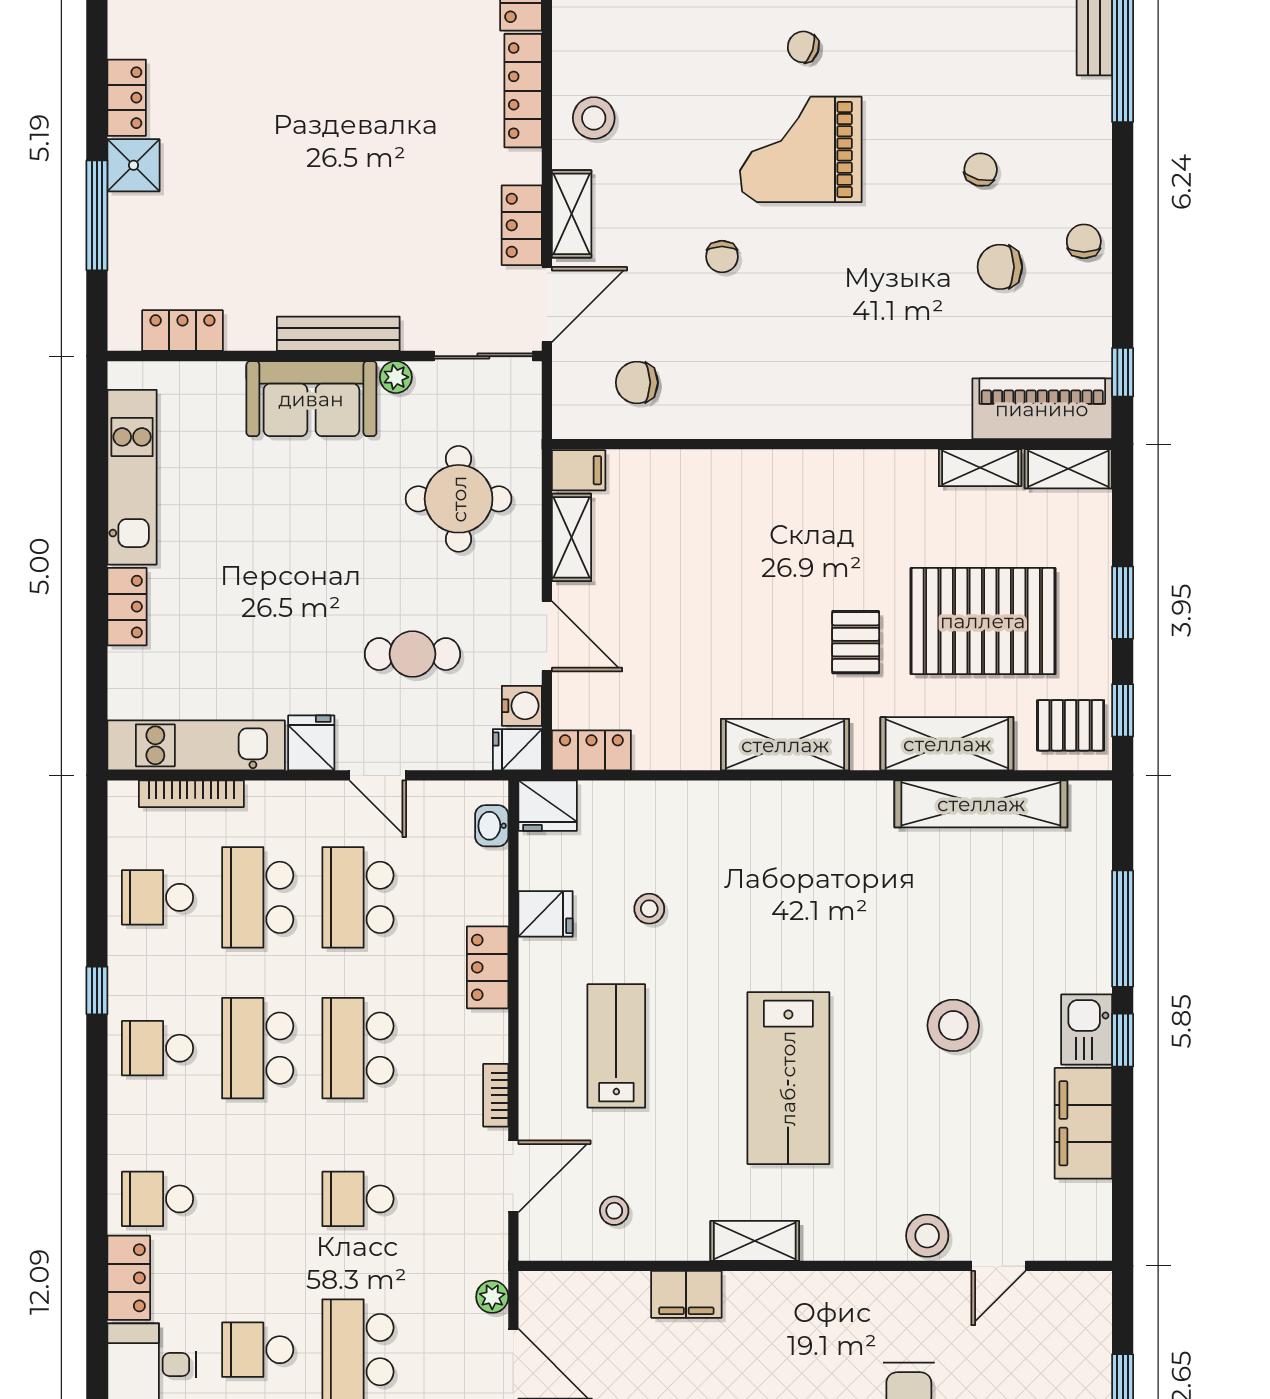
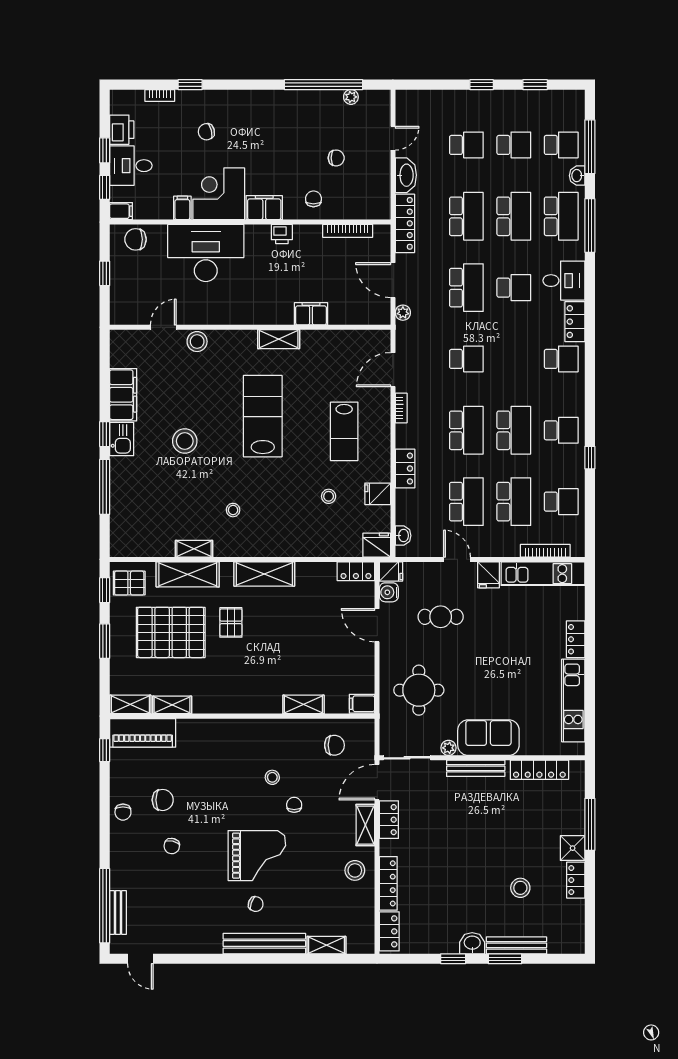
stool: (244, 81) -> (520, 888), added
stool: (768, 315) -> (272, 777), added
locker: (182, 331) -> (539, 770), width x1.53
shelving: (572, 537) -> (303, 704), moved, turned 90
shelving: (981, 804) -> (194, 549), width x0.45, depth x0.75
stool: (614, 1211) -> (233, 510), moved

